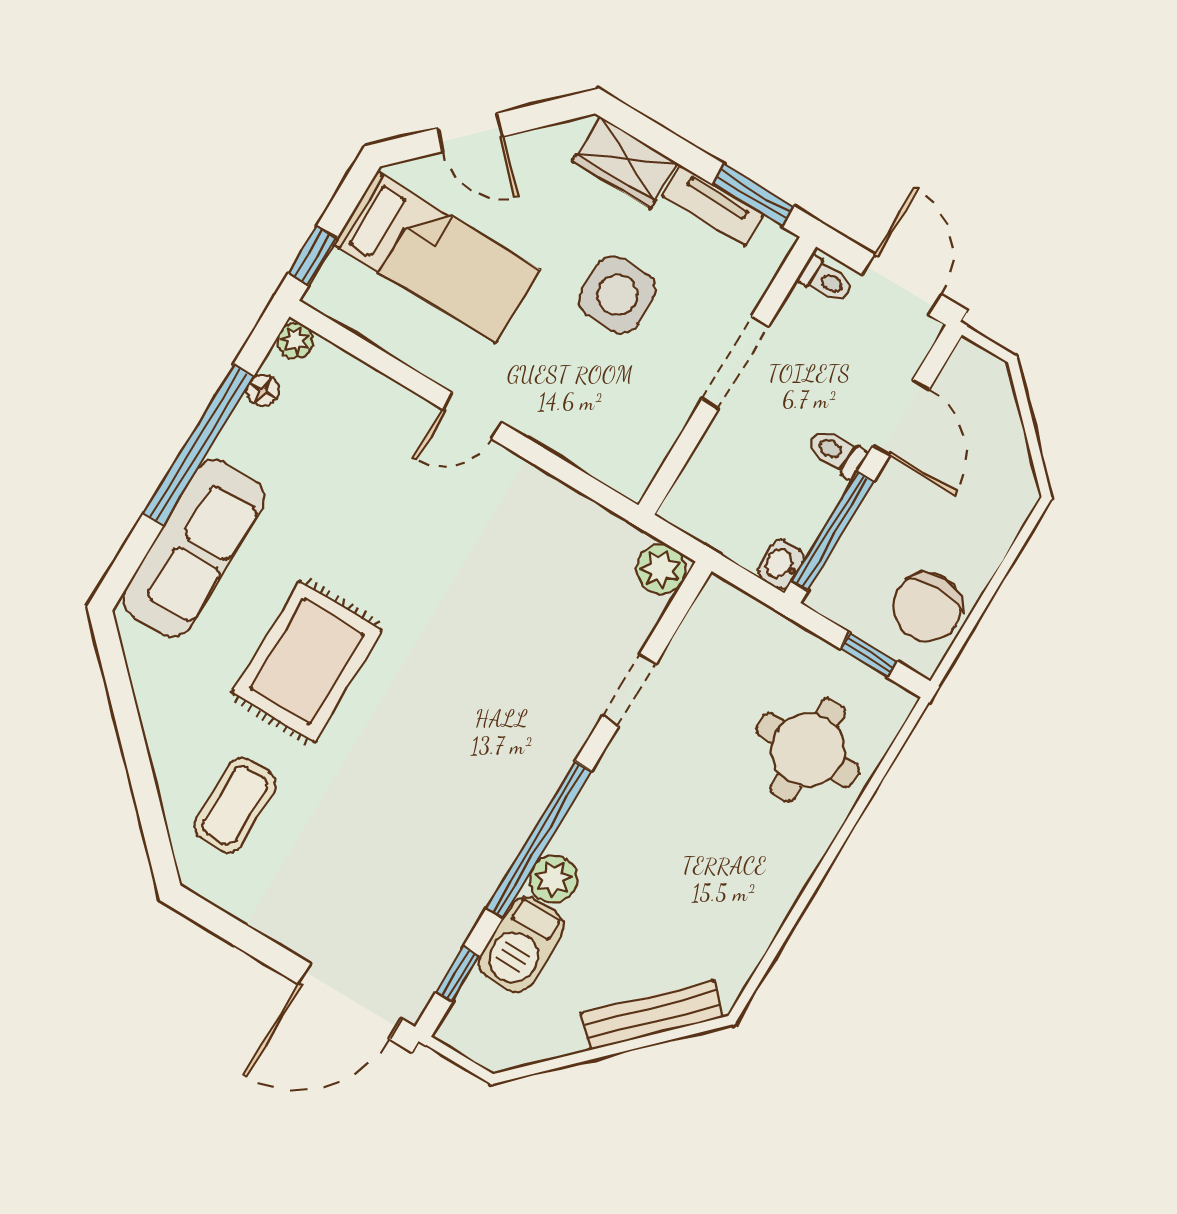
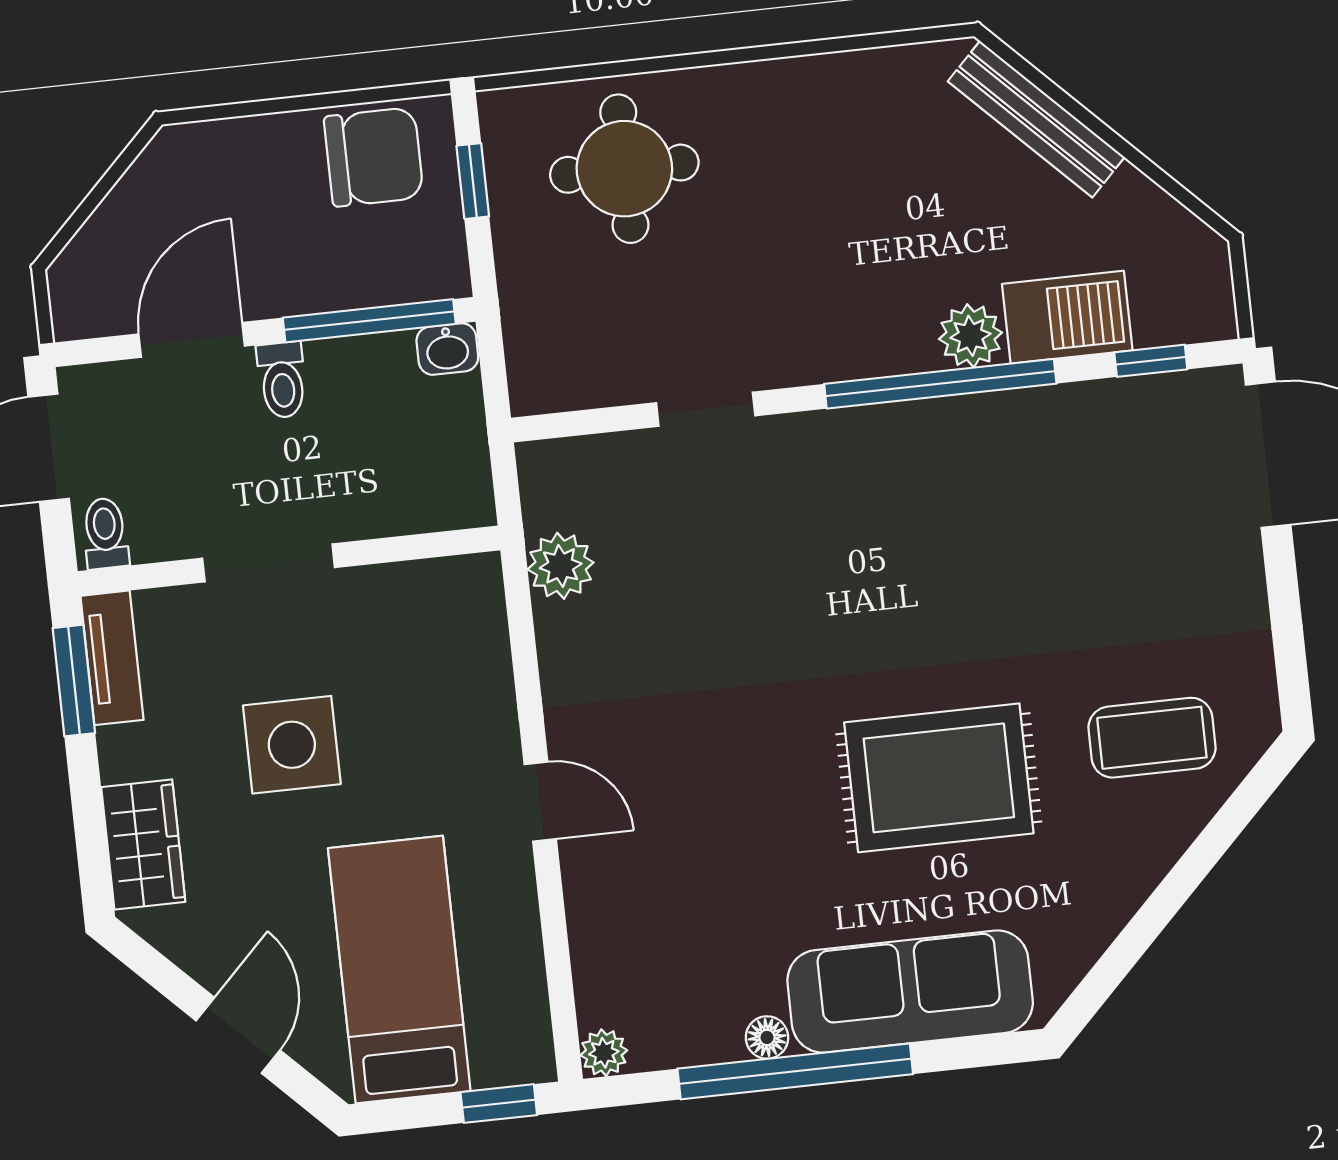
tv unit: (713, 206) -> (112, 658), moved
floor lamp: (263, 391) -> (767, 1037), moved
plant: (661, 569) -> (561, 566), moved

